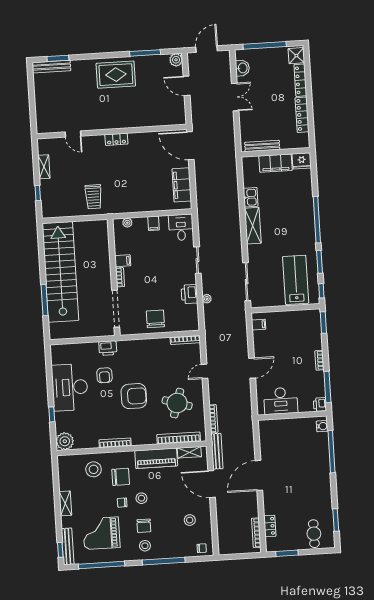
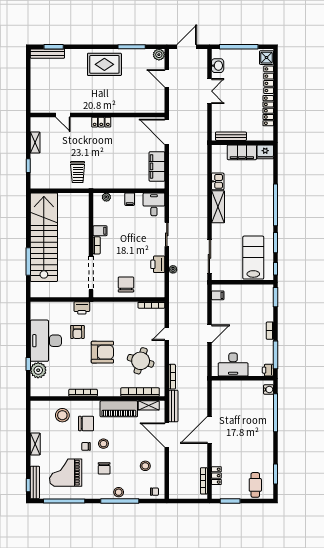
plant: (65, 441) -> (38, 370), moved
stool: (145, 546) -> (119, 492), moved

